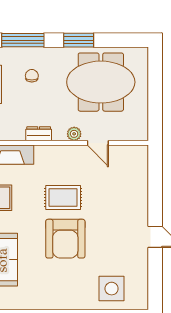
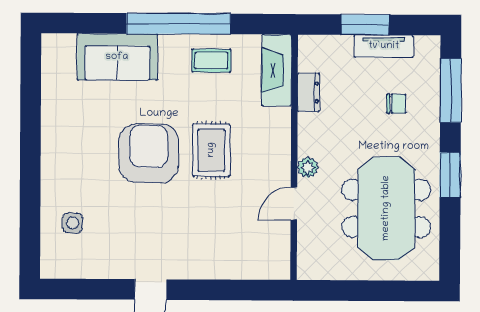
dresser: (39, 134) -> (308, 92), moved
armchair: (65, 239) -> (149, 153), turned 90
side table: (112, 289) -> (73, 223), width x0.54, depth x0.54

